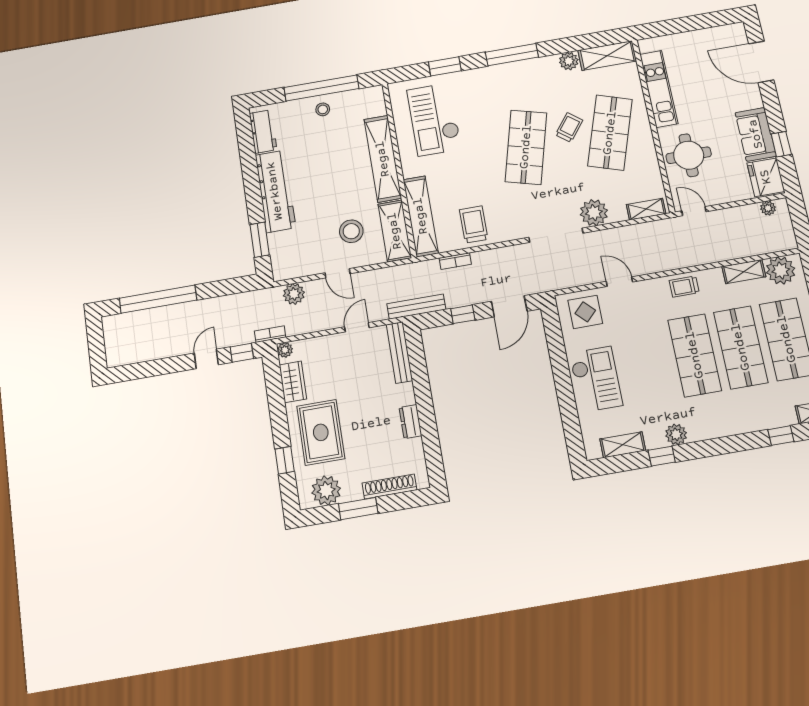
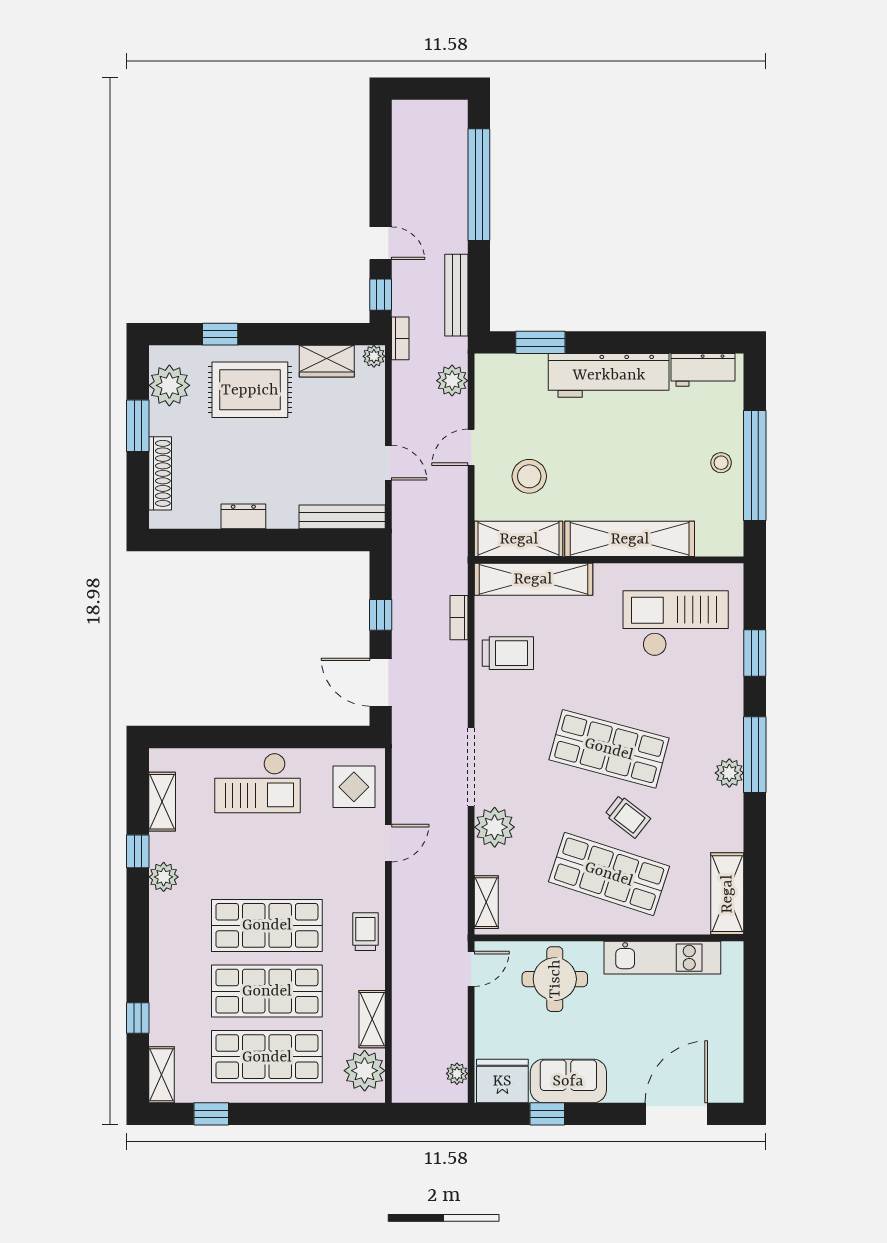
plant: (569, 61) -> (729, 773), moved
bench: (416, 307) -> (456, 295), moved

